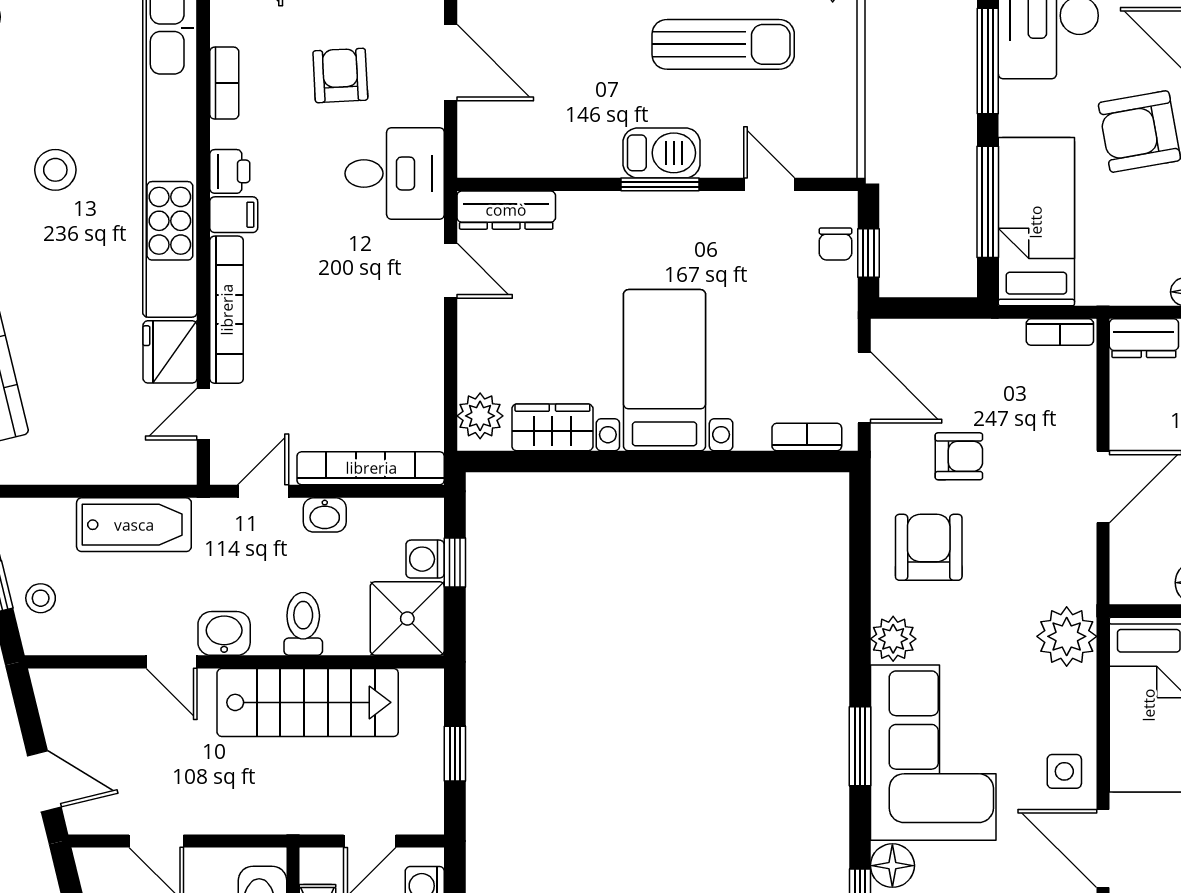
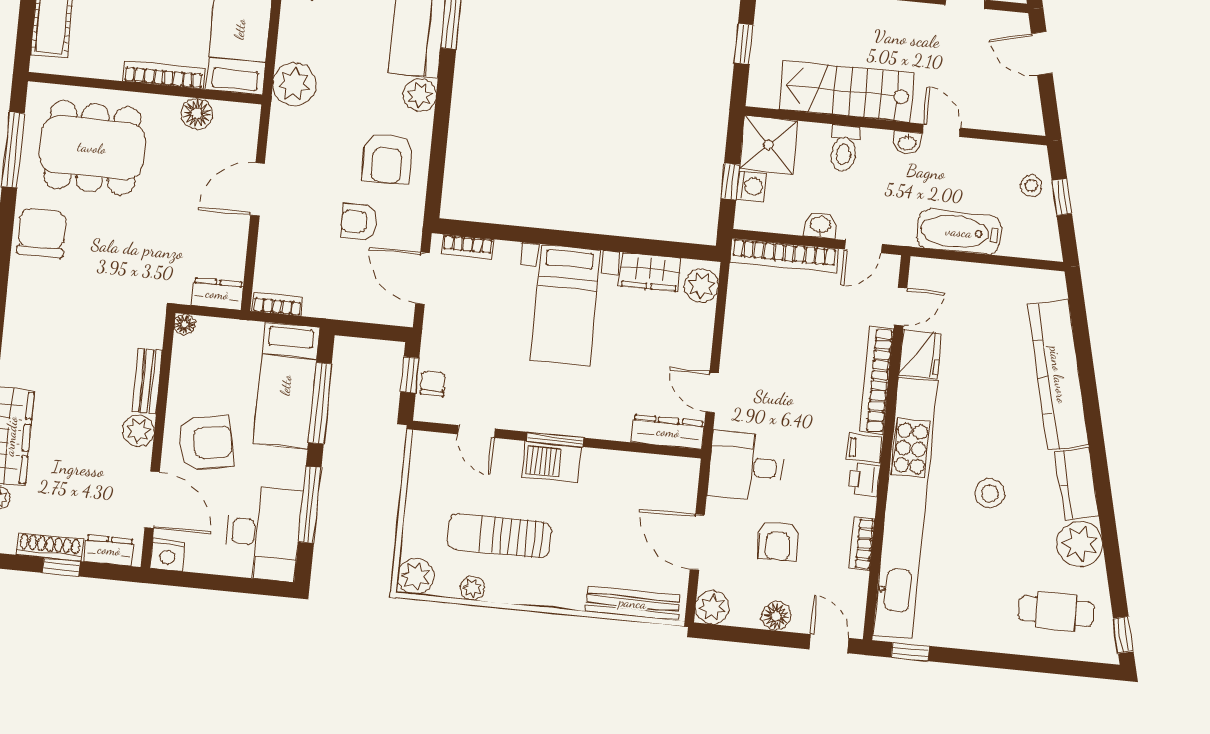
washbasin: (224, 633) -> (907, 143), width x0.72, depth x0.69

